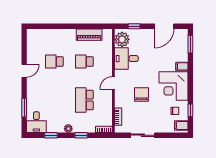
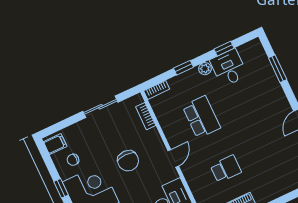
school desk: (54, 62) -> (266, 150), removed
window: (190, 110) -> (61, 188), moved
desk: (36, 122) -> (229, 68), moved

